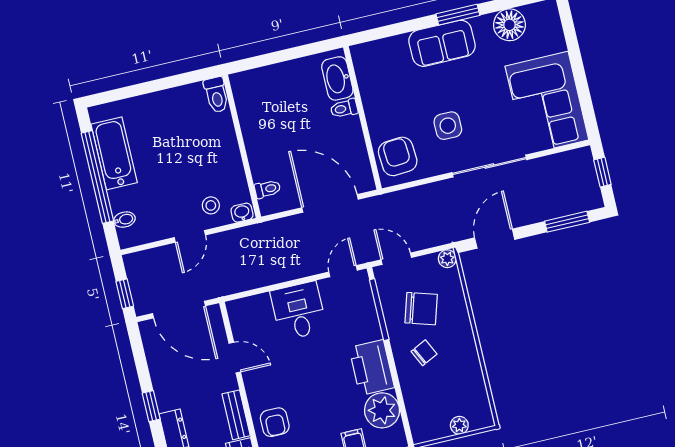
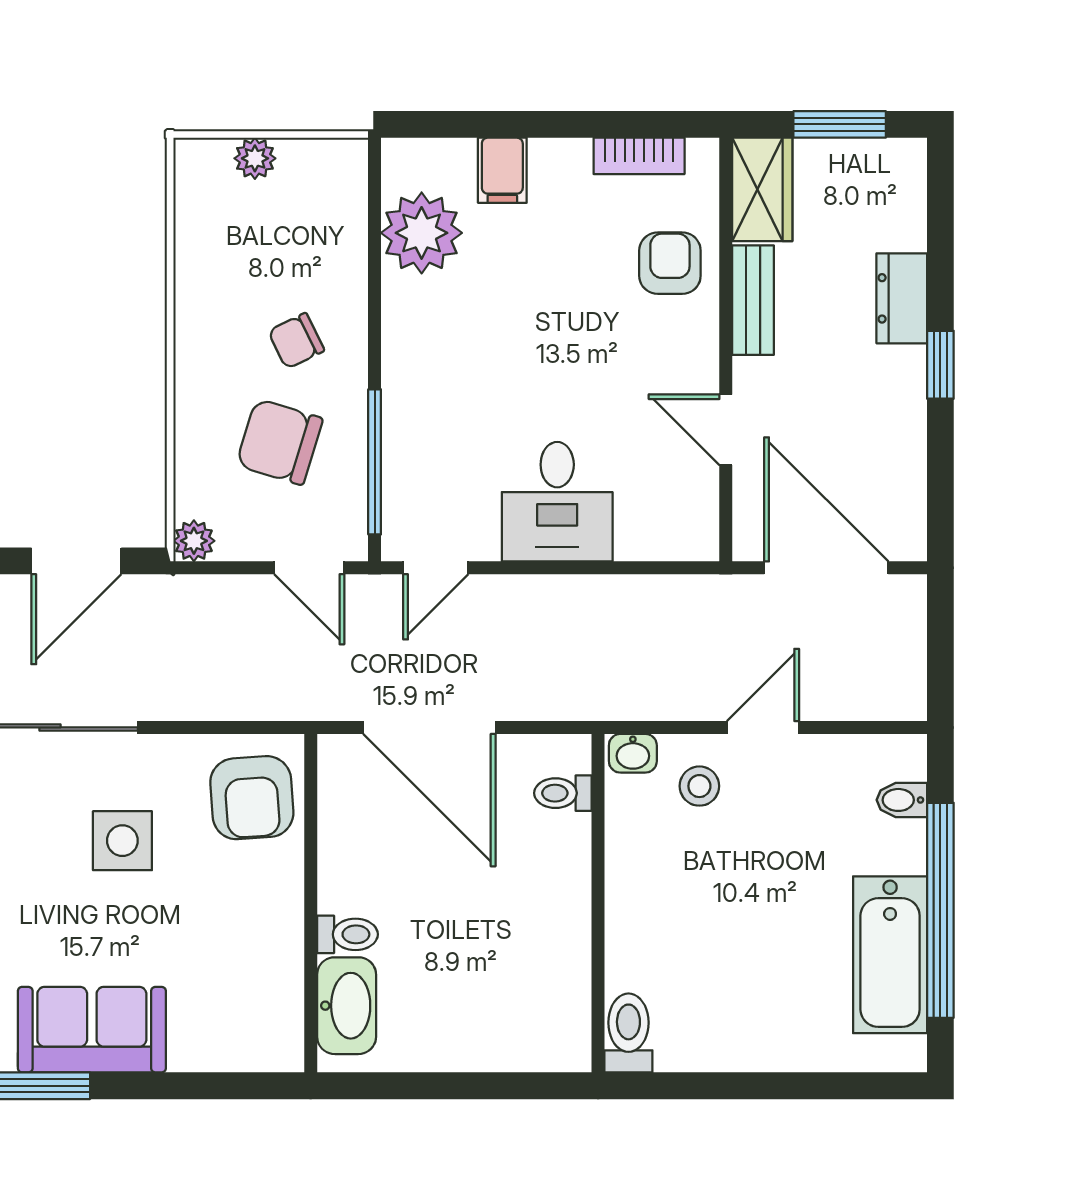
window: (125, 294) -> (940, 632), removed
printer: (372, 367) -> (422, 335), removed

